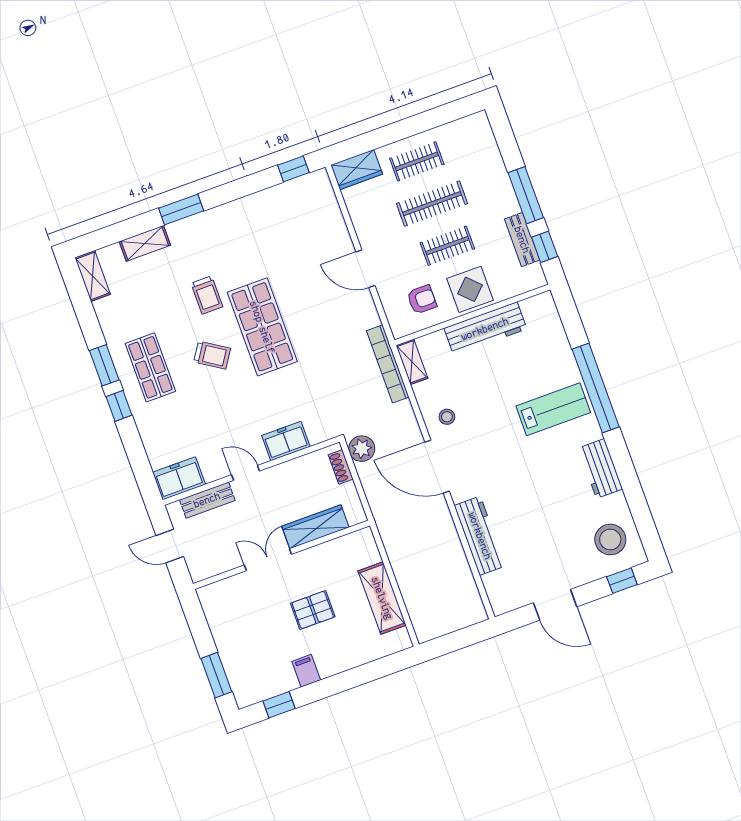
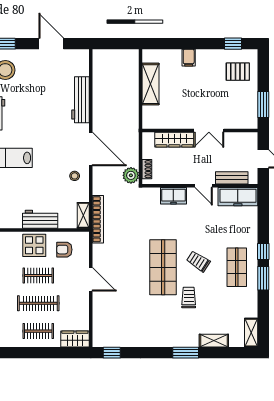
workbench: (485, 329) -> (40, 219), width x0.73
freezer: (179, 478) -> (238, 197), width x1.40
pallet: (313, 610) -> (238, 72), moved
filing cabinet: (306, 671) -> (189, 58), moved
window: (216, 675) -> (263, 104), moved

